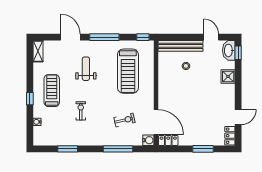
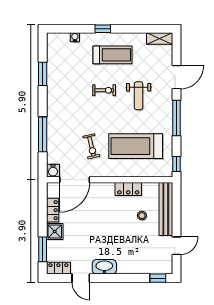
washbasin: (229, 50) -> (104, 267), moved
weight bench: (86, 69) -> (139, 96), turned 90
locker: (164, 77) -> (128, 189), added
shower: (228, 77) -> (55, 231), moved
exercise bike: (81, 111) -> (104, 90), moved
exercise bike: (125, 120) -> (91, 146), moved
locker: (168, 141) -> (53, 210), moved
window: (203, 149) -> (43, 249), moved

